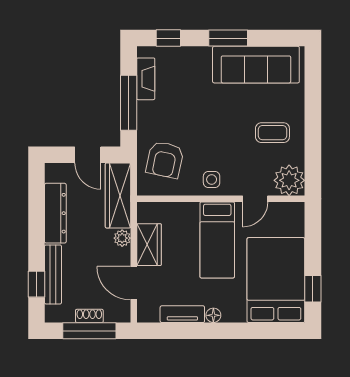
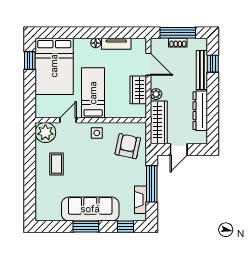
sofa: (256, 65) -> (90, 209), moved
coffee table: (272, 133) -> (56, 164), turned 90
door: (88, 155) -> (179, 149), swing flipped

